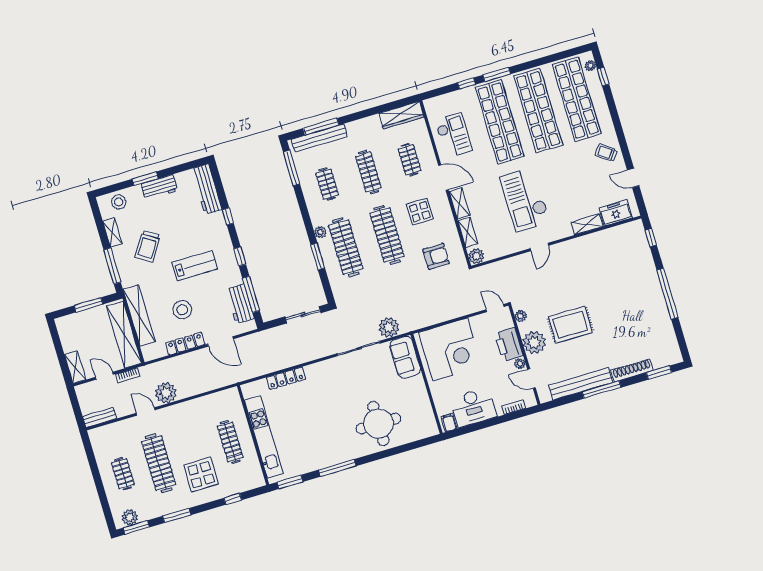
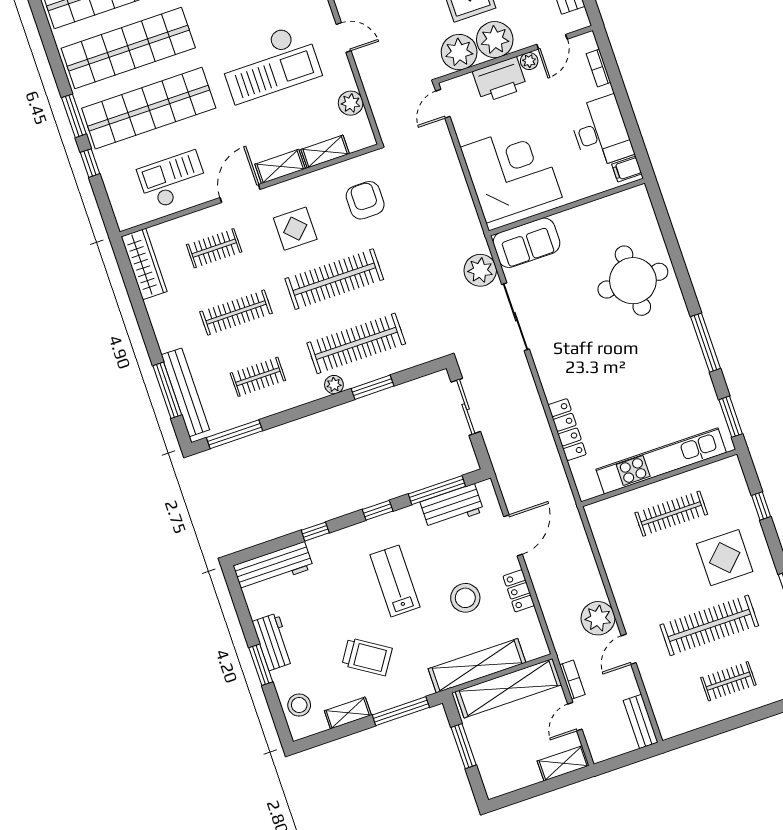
plant: (476, 256) -> (351, 103), moved
plant: (521, 316) -> (459, 52), width x1.87, depth x1.87
locker: (185, 344) -> (519, 591), width x0.66

